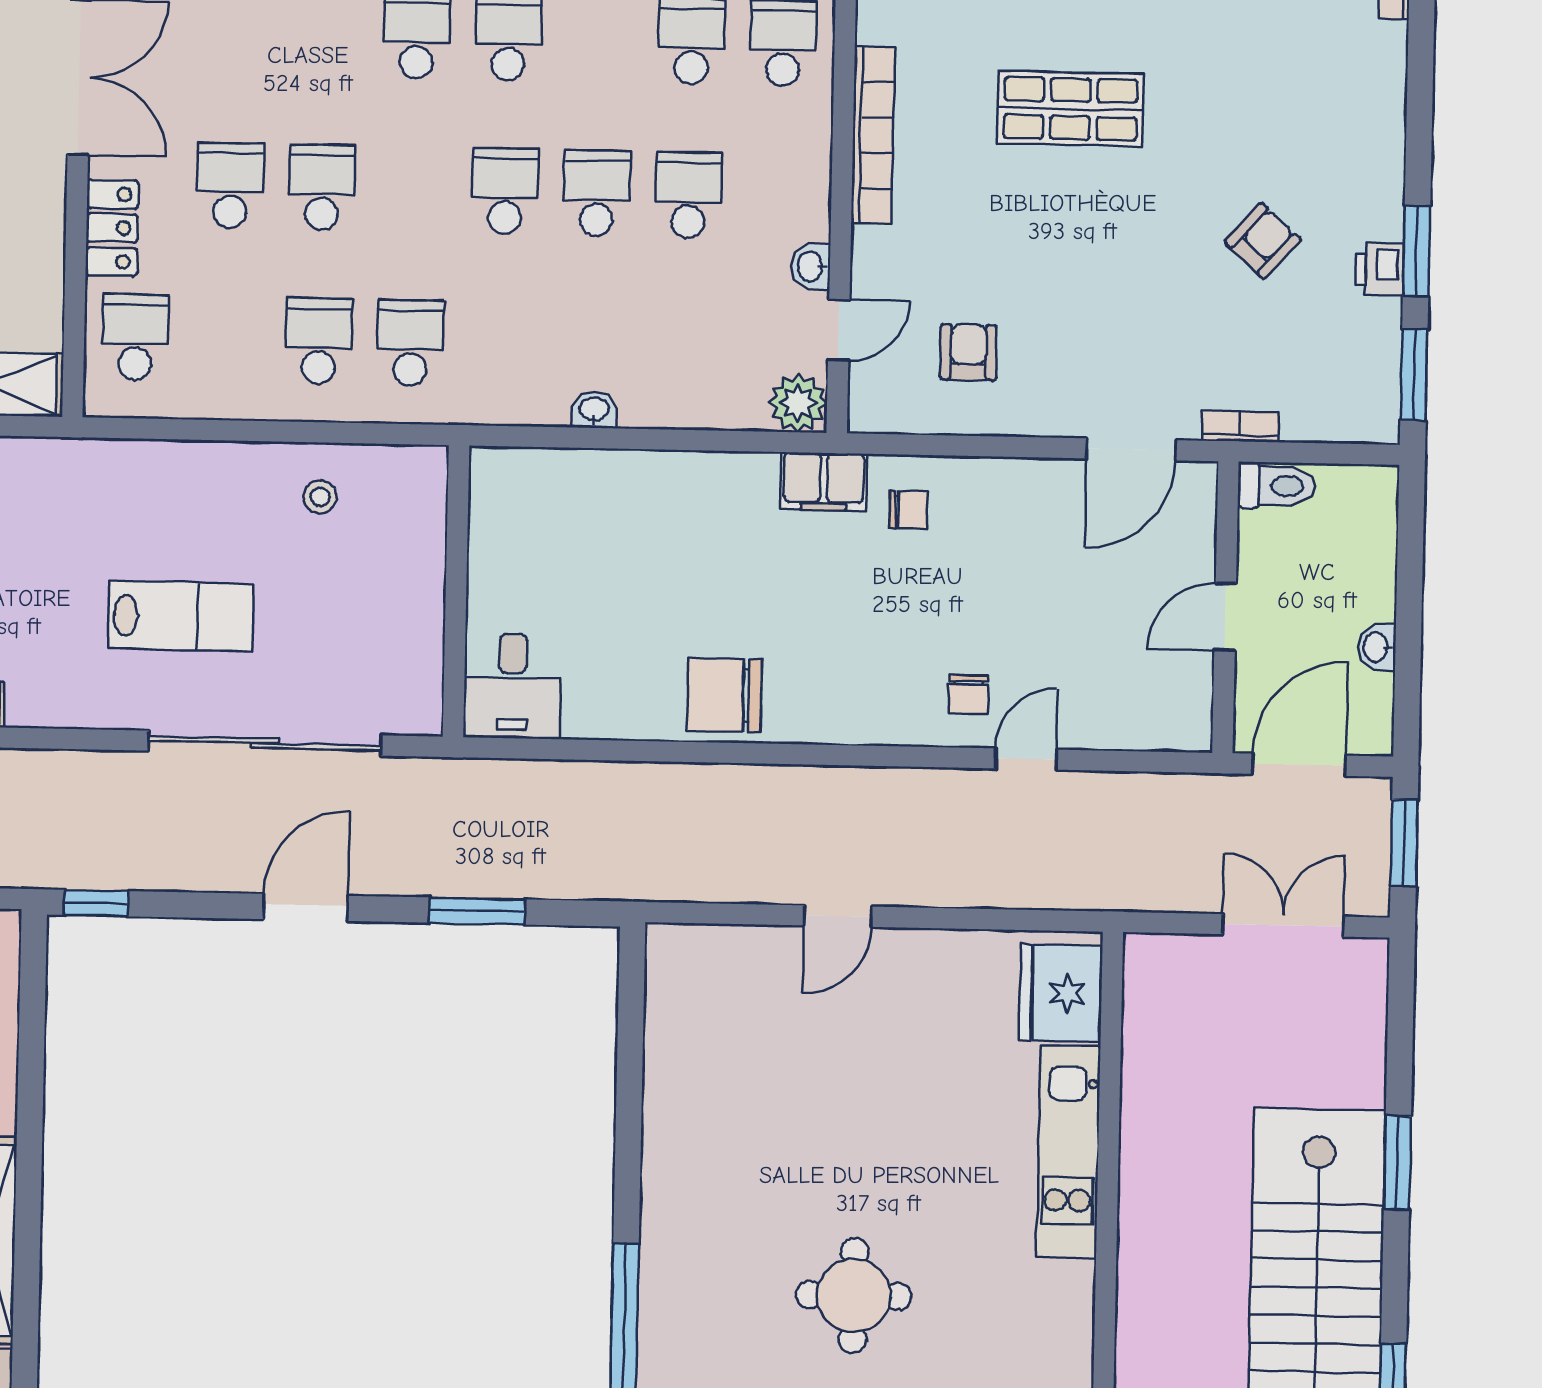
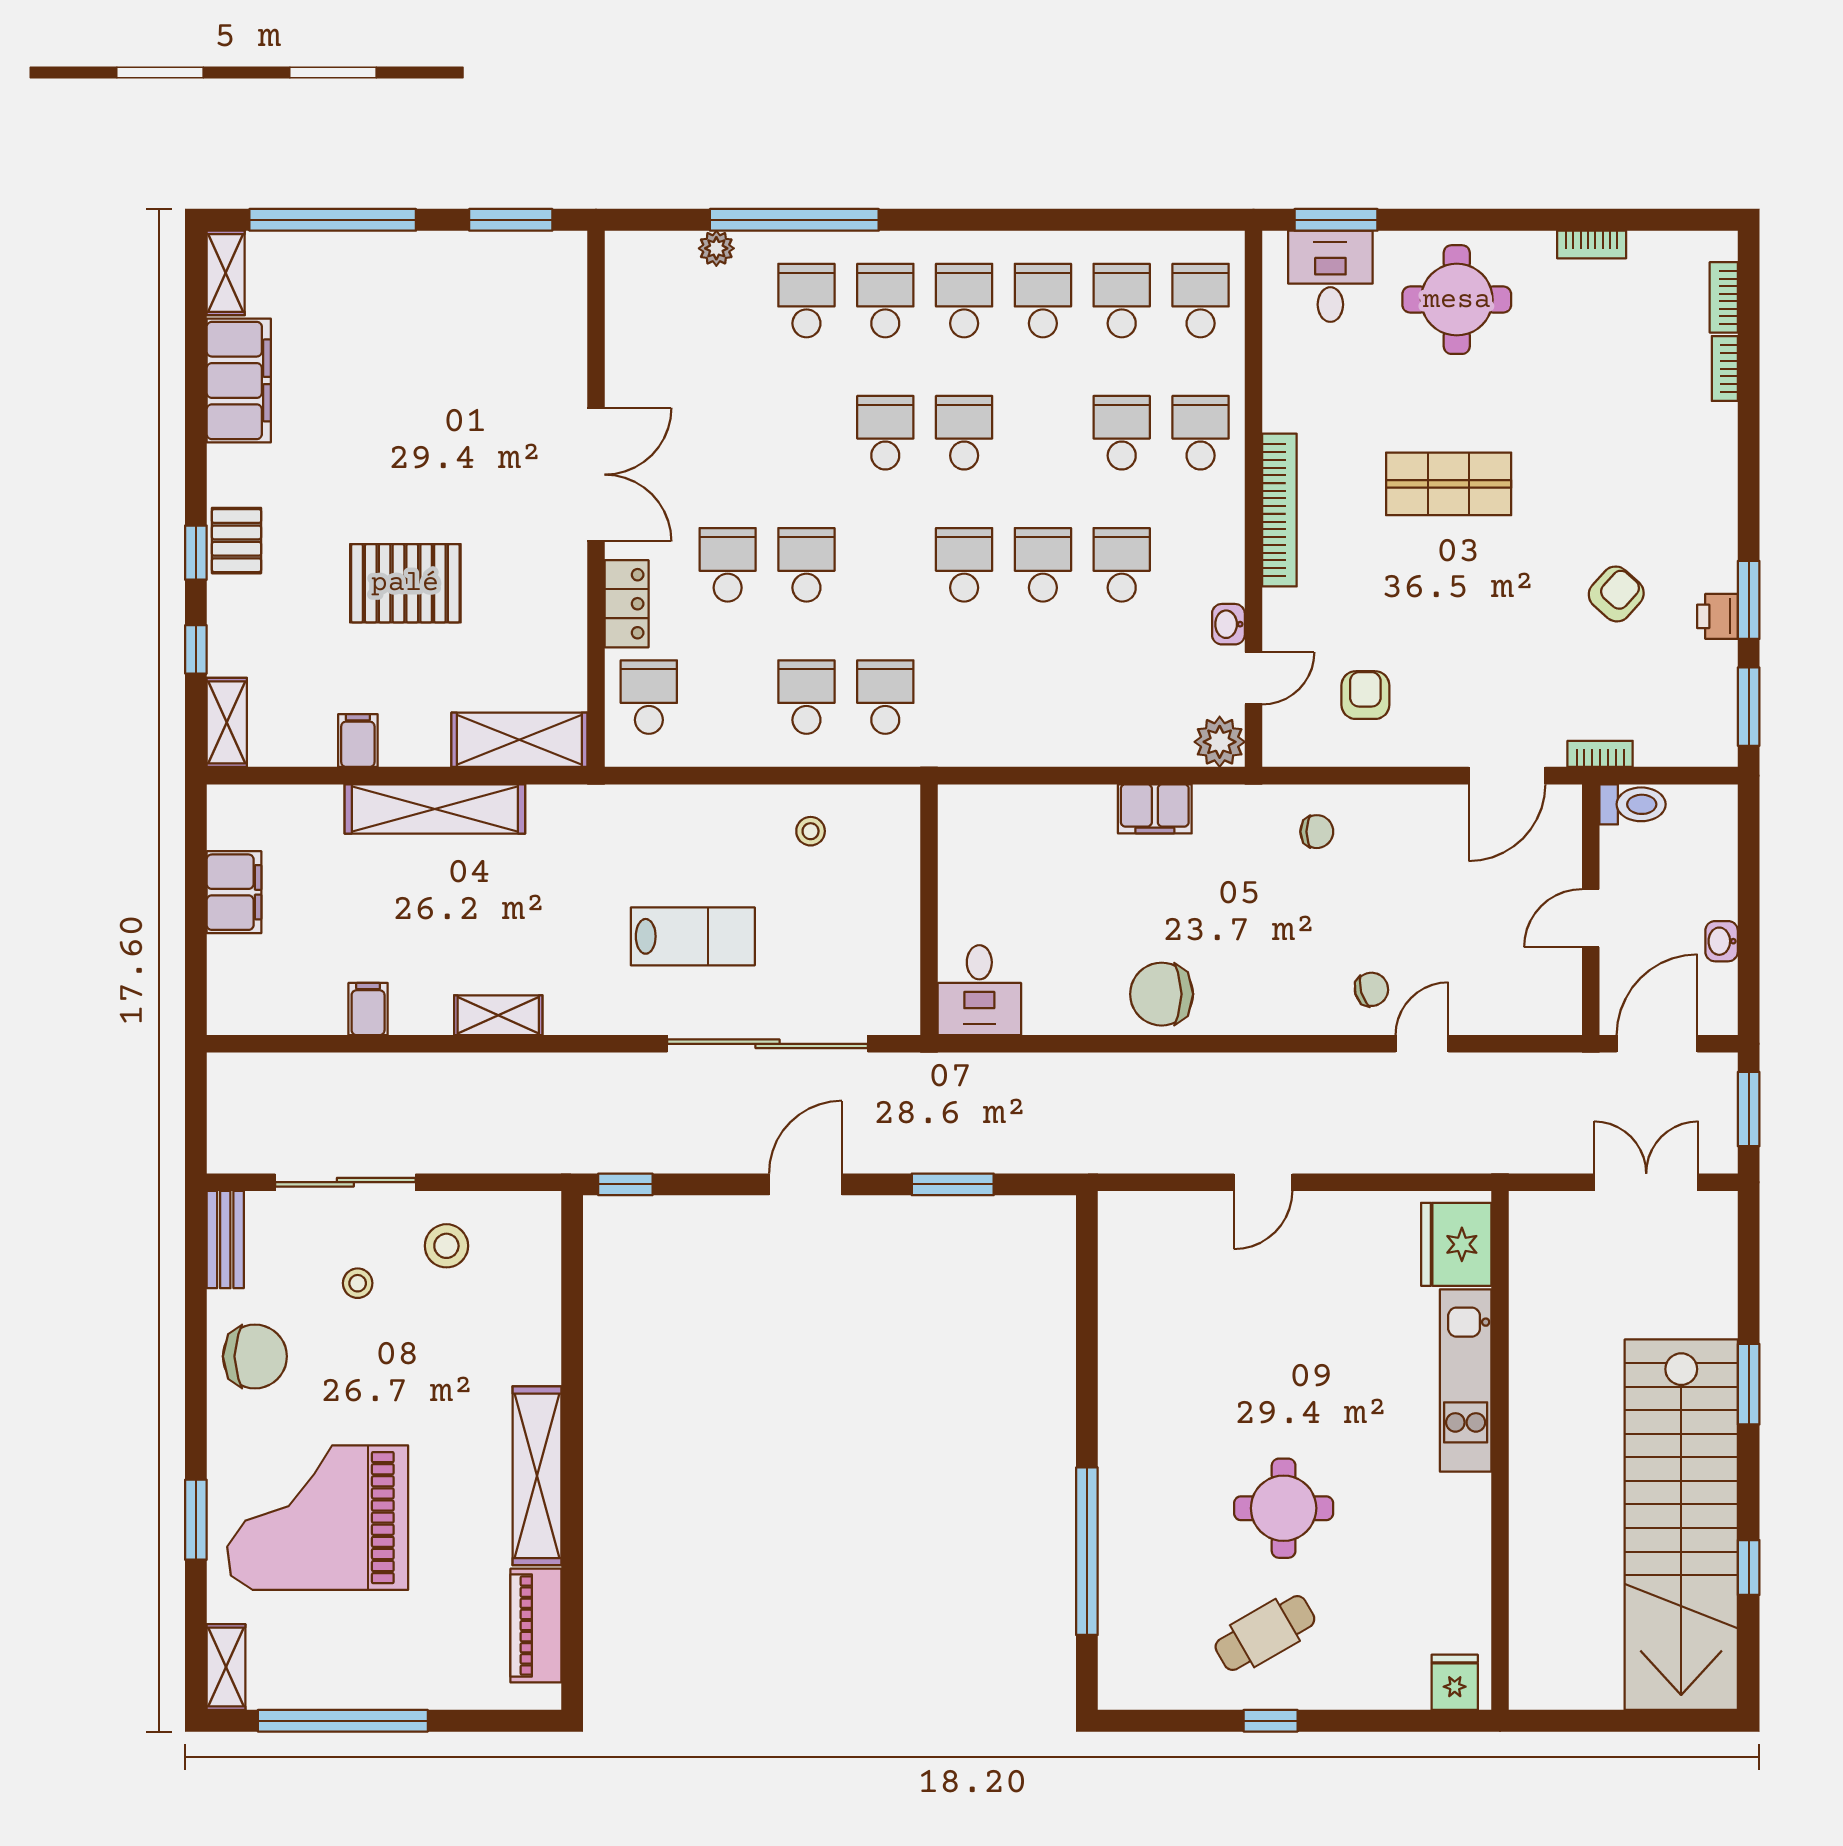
washbasin: (594, 410) -> (1045, 751), removed
filing cabinet: (824, 482) -> (1155, 809), moved
chair: (968, 694) -> (1371, 989), turned -106

